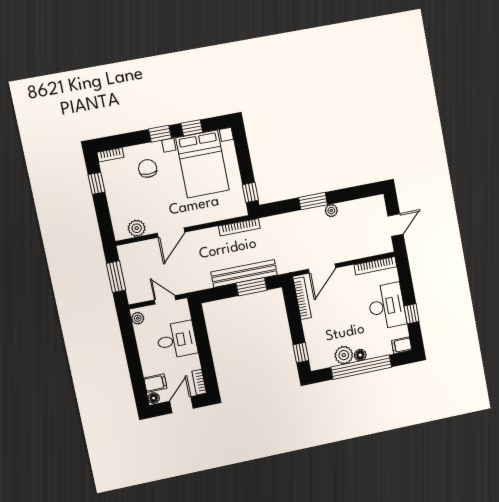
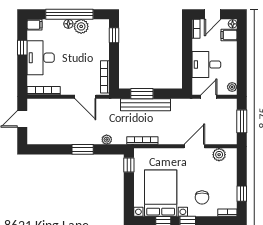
plant: (331, 211) -> (107, 140), moved
door: (322, 269) -> (85, 97), swing flipped
door: (165, 300) -> (209, 97), swing flipped

